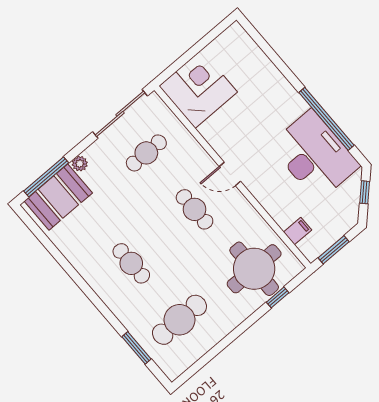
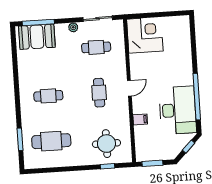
sliding door: (120, 114) -> (98, 19), width x0.73
plant: (80, 164) -> (73, 27), moved
door: (230, 174) -> (129, 88), swing flipped
filing cabinet: (298, 231) -> (140, 119), moved
cafe table: (131, 263) -> (48, 96), turned 90
round table: (254, 269) -> (106, 144), width x0.73, depth x0.73

